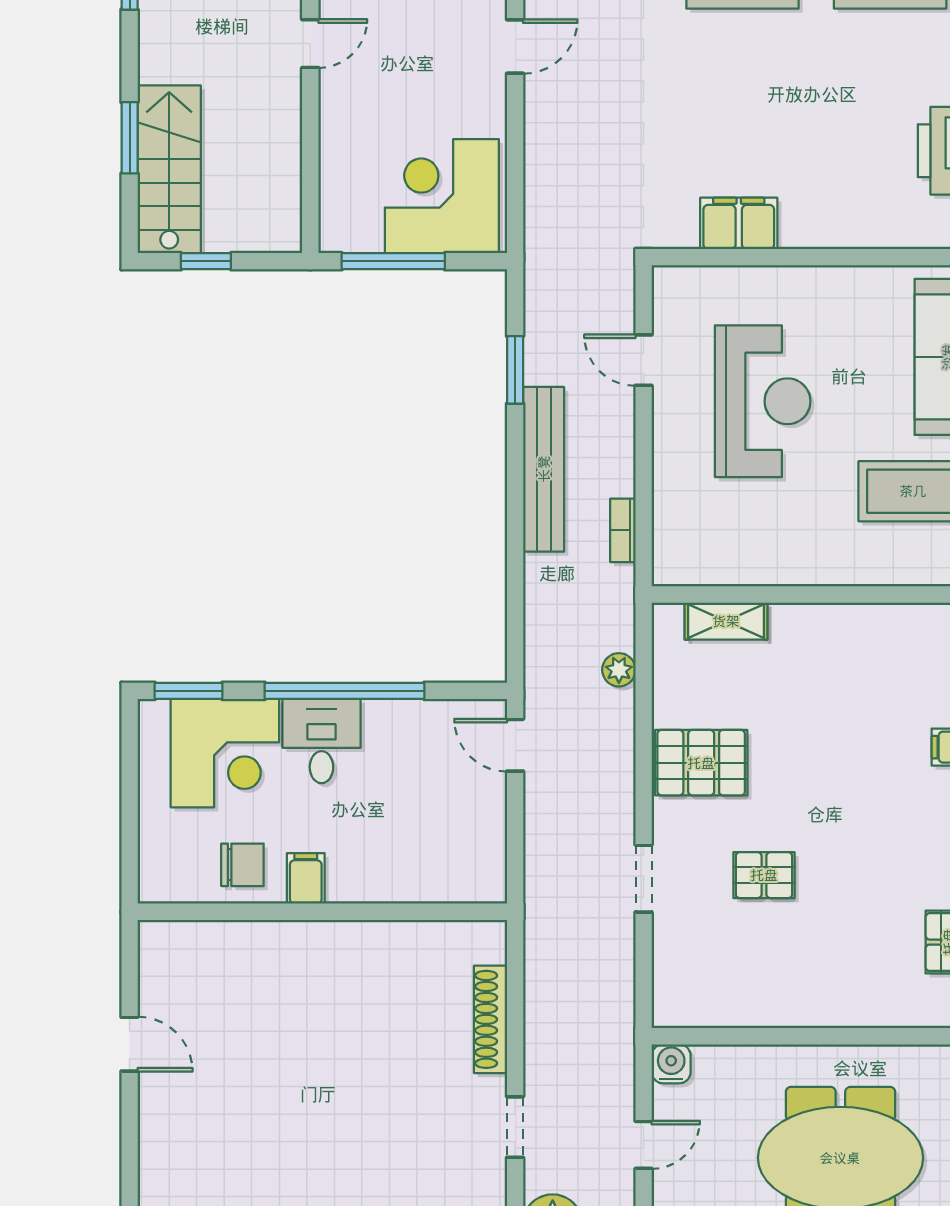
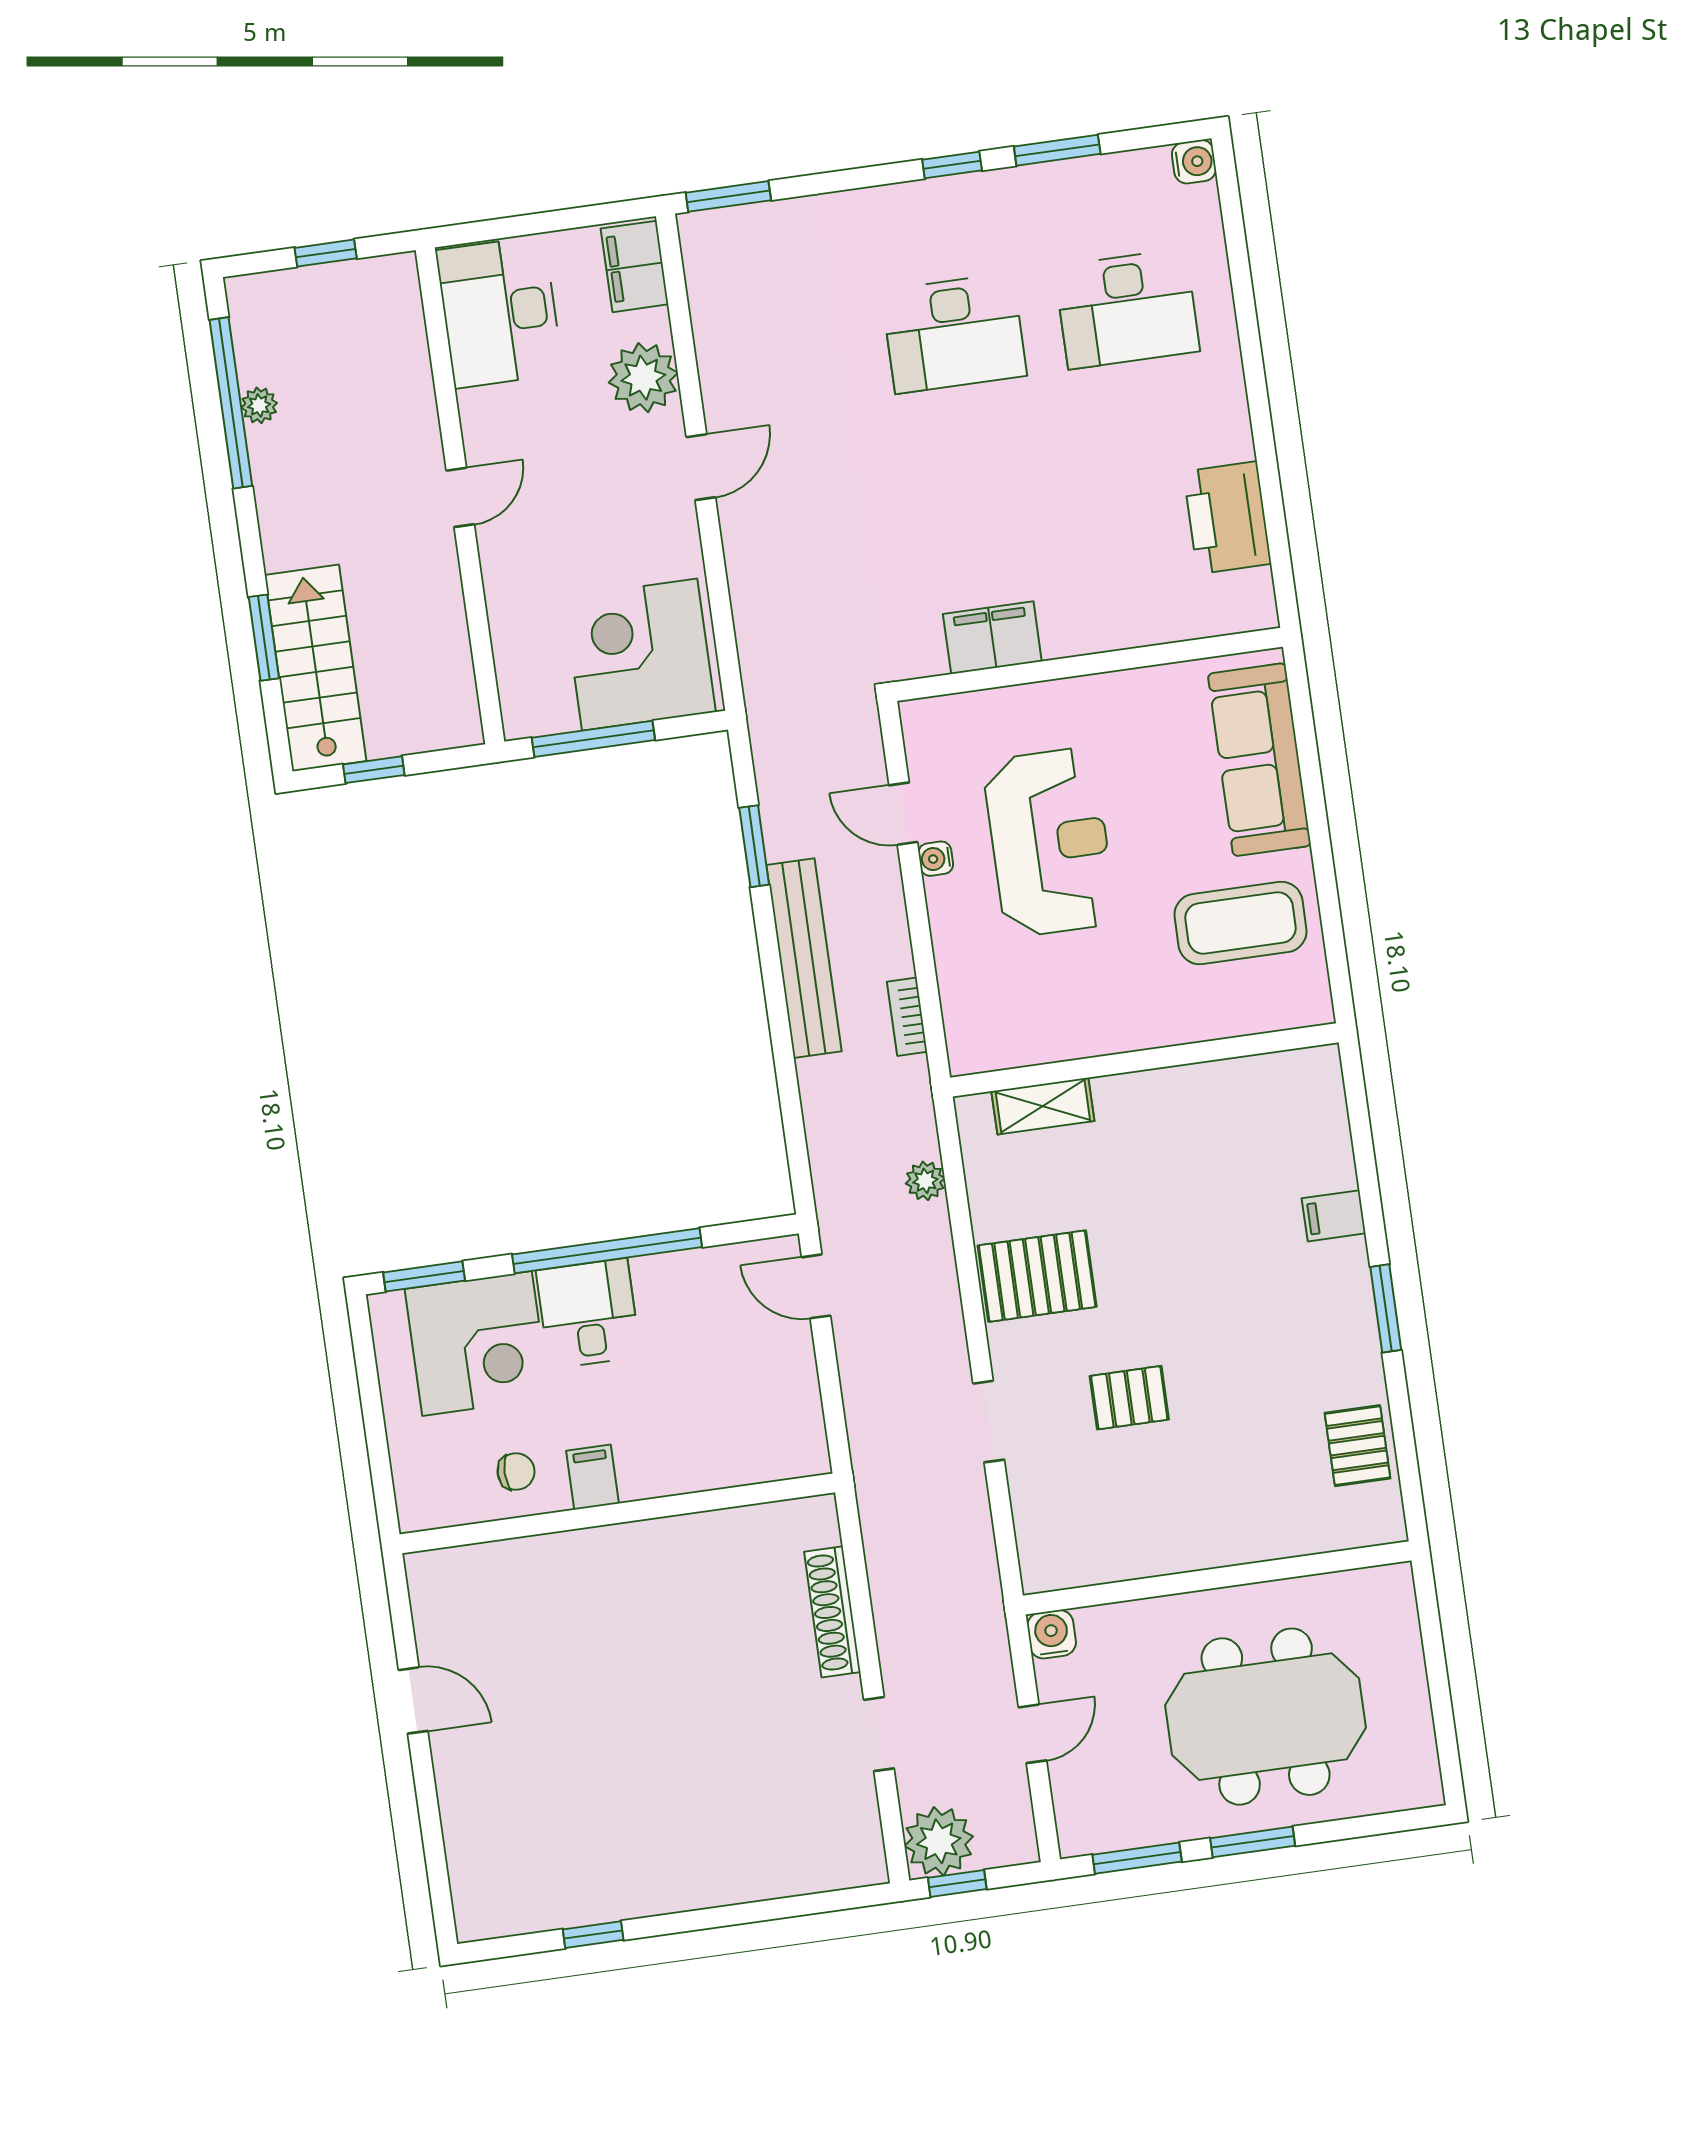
water cooler: (665, 402) -> (936, 859), added
chair: (242, 865) -> (516, 1472), width x0.73, depth x0.73

